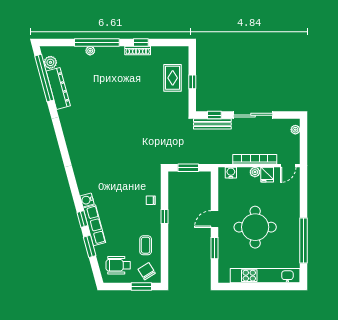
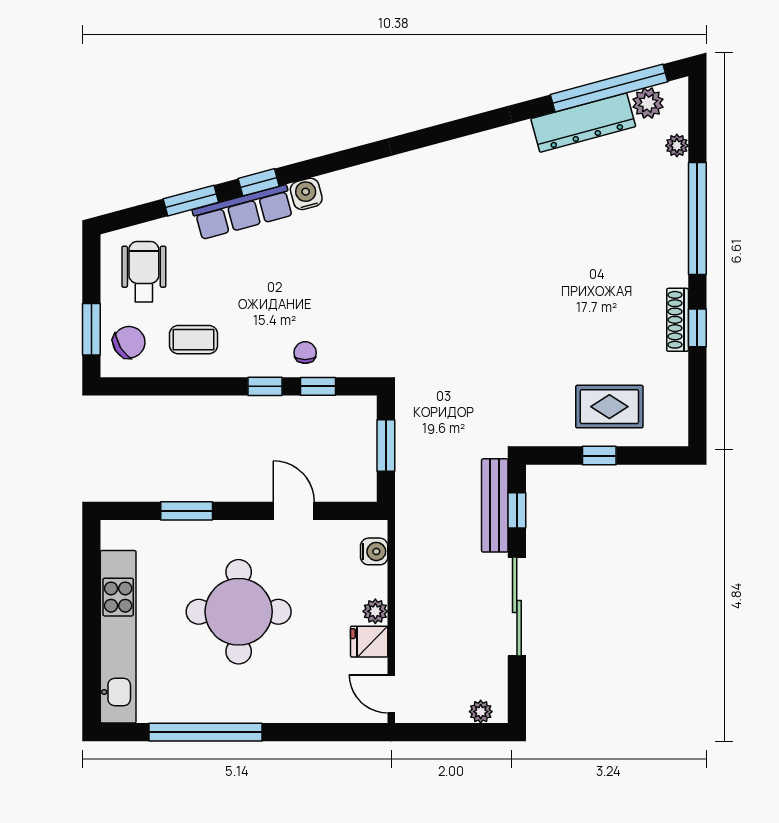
plant: (90, 51) -> (677, 146), moved
bookcase: (255, 159) -> (407, 611), removed
window: (164, 195) -> (318, 386), added
door: (215, 219) -> (294, 511), moved

